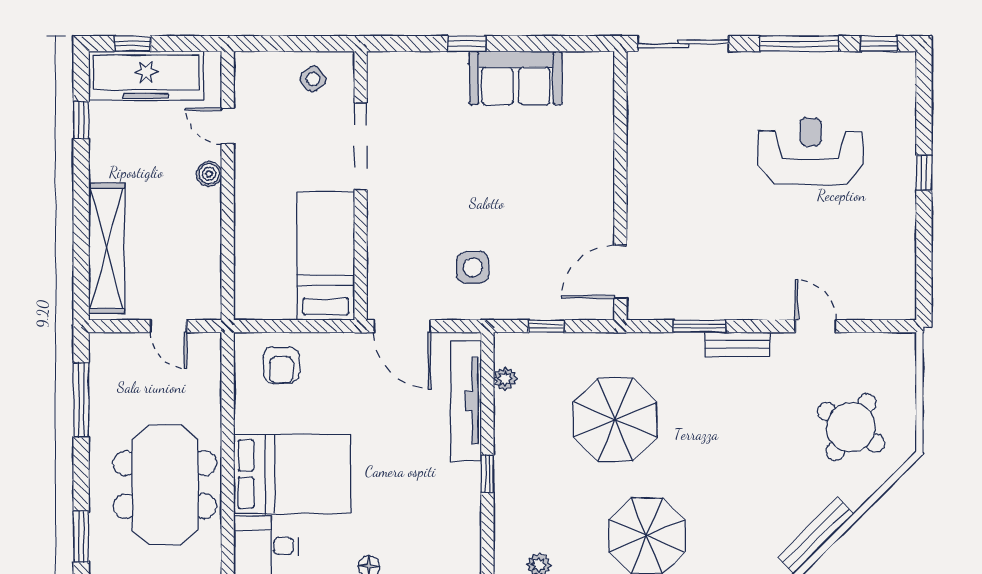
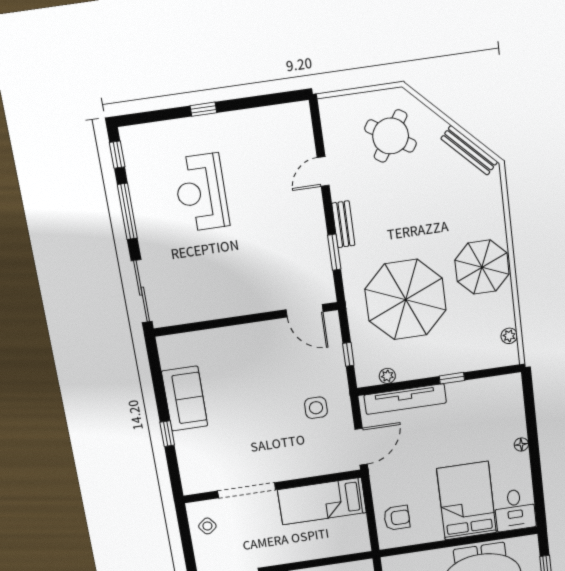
parasol: (615, 420) -> (406, 300), width x1.36, depth x1.36

